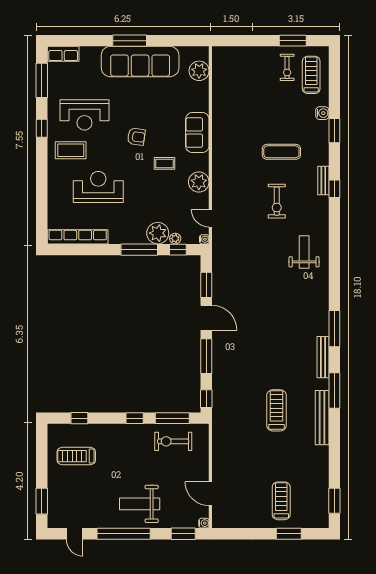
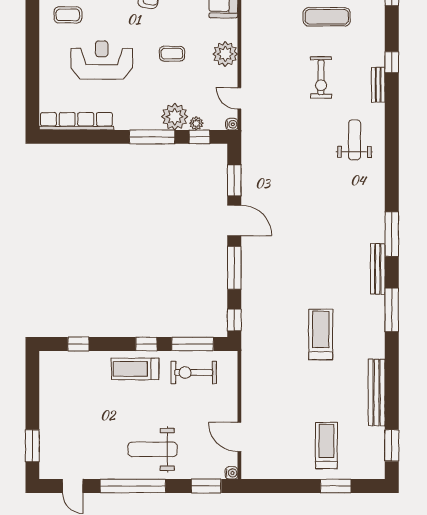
coffee table: (71, 150) -> (68, 15), width x0.73, depth x0.77
coffee table: (164, 163) -> (172, 54), moved
bench: (323, 180) -> (378, 85), moved
bench: (322, 418) -> (377, 393), moved
treadmill: (76, 456) -> (135, 369), moved

